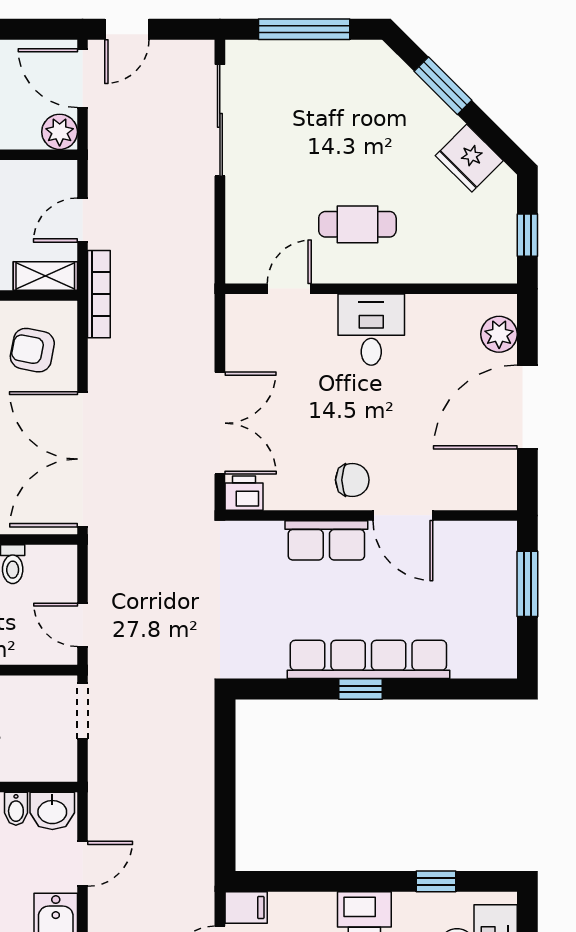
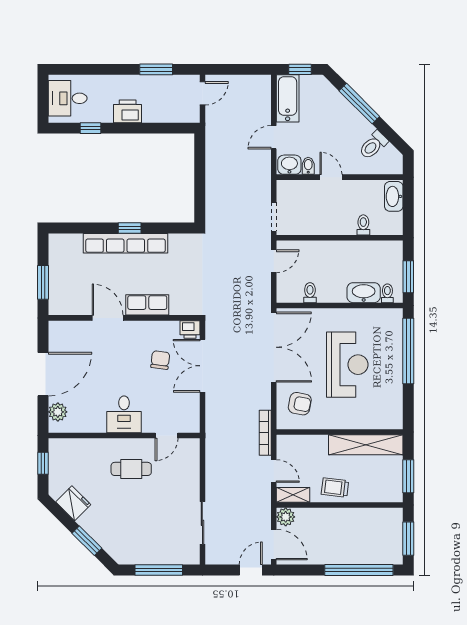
sliding door: (220, 120) -> (202, 523), width x0.73
door: (82, 220) -> (274, 471), hinge flipped
shelving: (45, 276) -> (293, 495), moved
chair: (352, 480) -> (160, 360), moved, turned 97
door: (82, 625) -> (274, 261), hinge flipped
filing cabinet: (246, 908) -> (189, 115), removed

